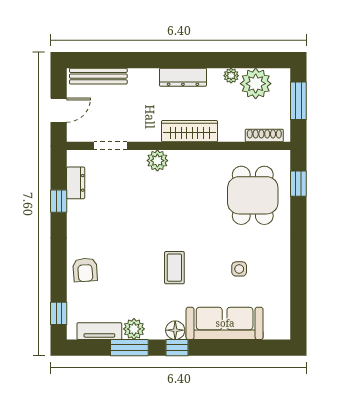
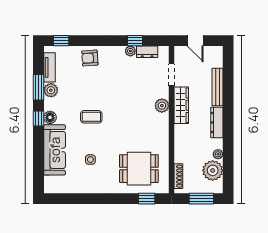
bench: (98, 76) -> (218, 87), moved
wardrobe: (190, 131) -> (181, 105), moved
plant: (75, 208) -> (130, 51), added

